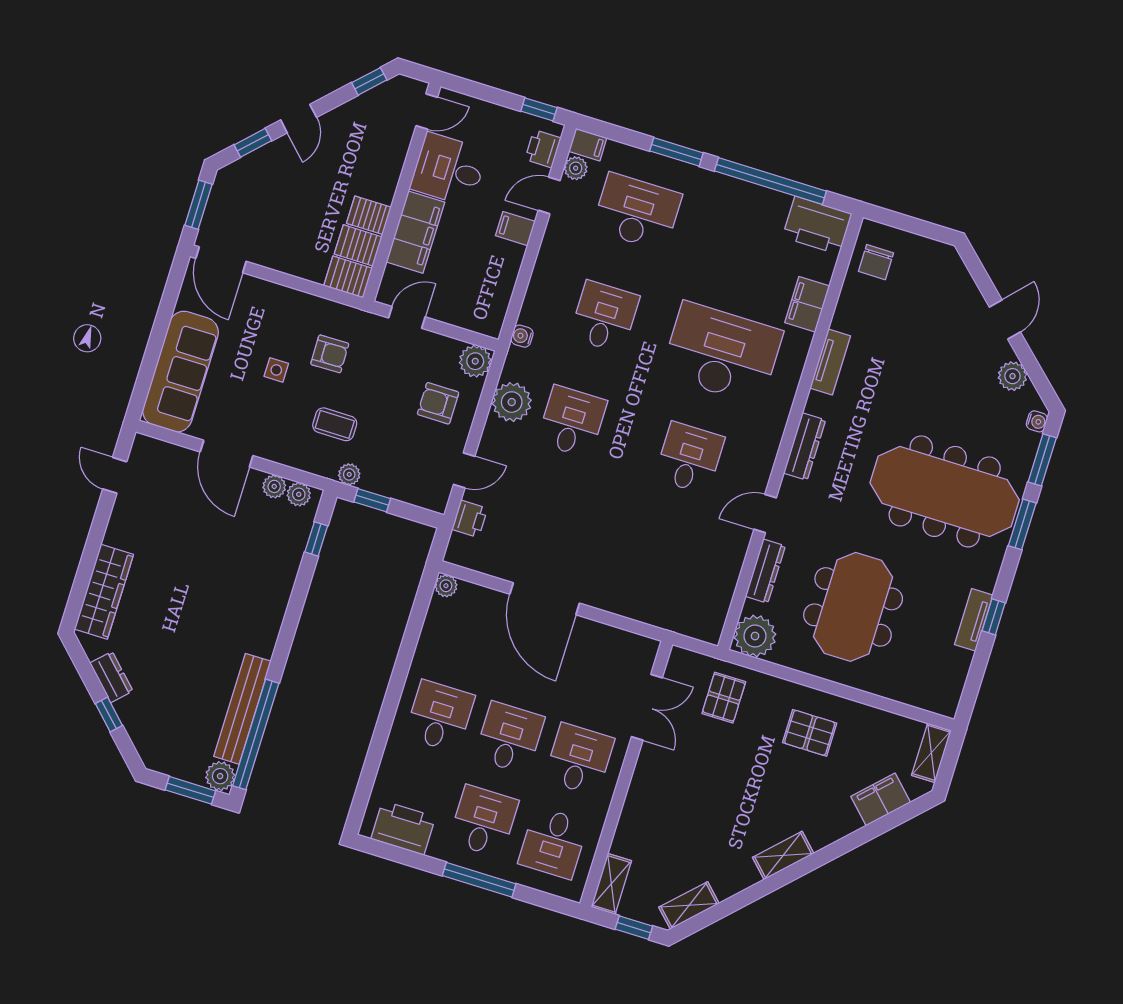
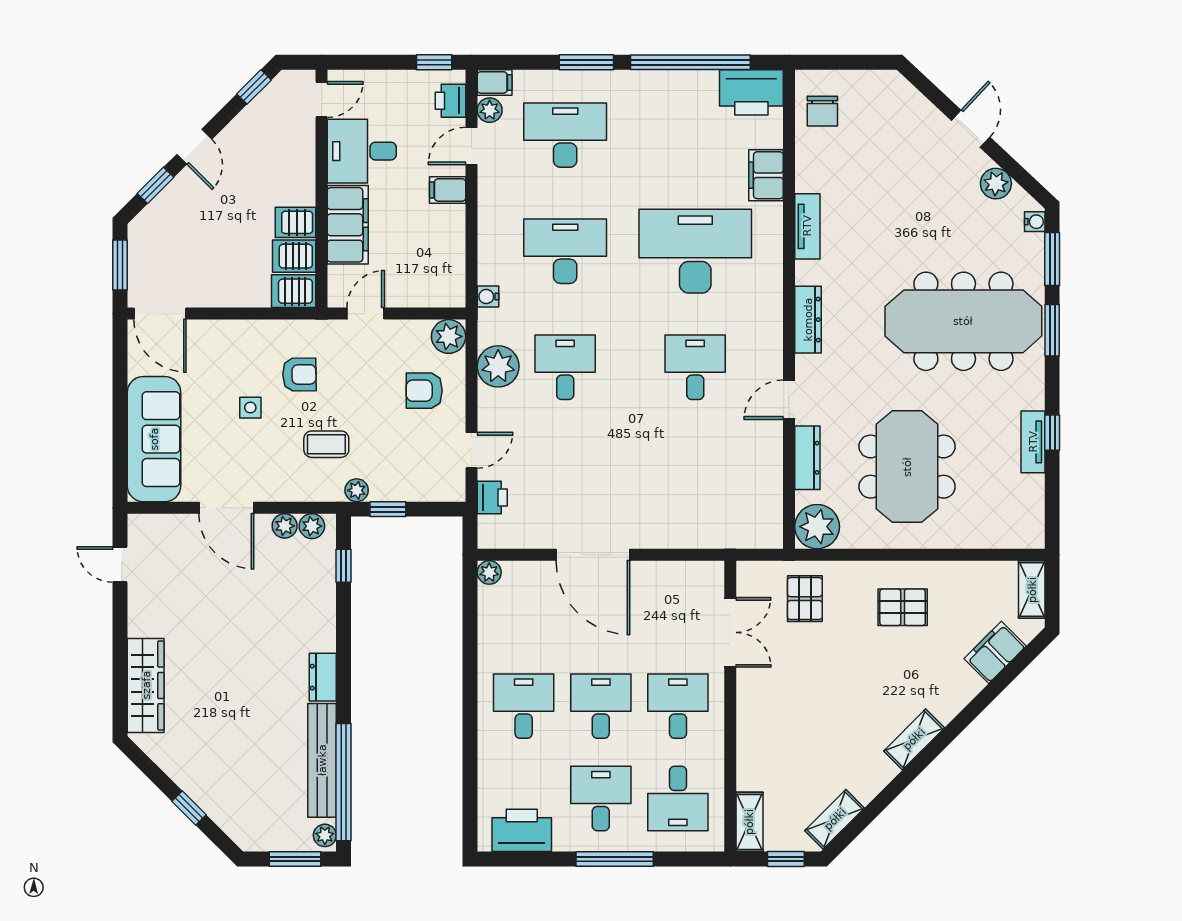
desk: (604, 317) -> (565, 251), width x1.37
dresser: (111, 677) -> (323, 677), moved, turned -135
plant: (220, 776) -> (325, 835), width x0.73, depth x0.73

